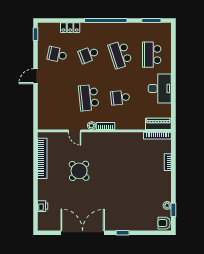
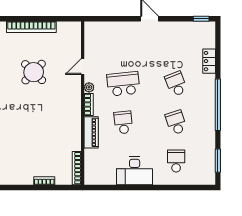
school desk: (57, 55) -> (176, 45), removed
school desk: (120, 55) -> (176, 122), width x0.54
school desk: (152, 55) -> (176, 161), width x0.54
piano: (158, 124) -> (91, 132), moved
bookcase: (42, 158) -> (31, 27), moved

